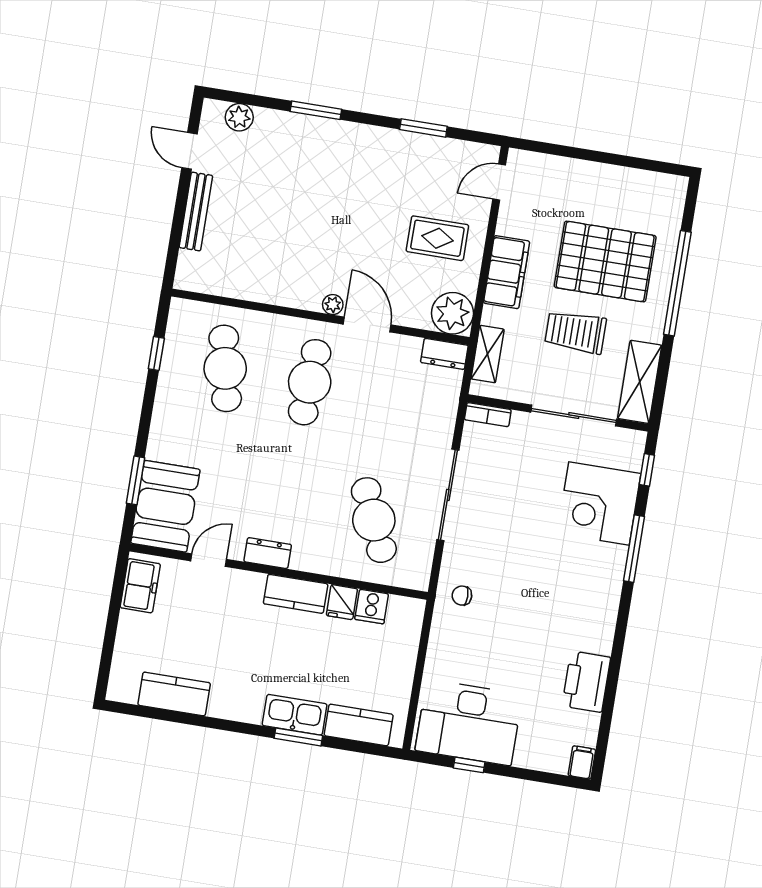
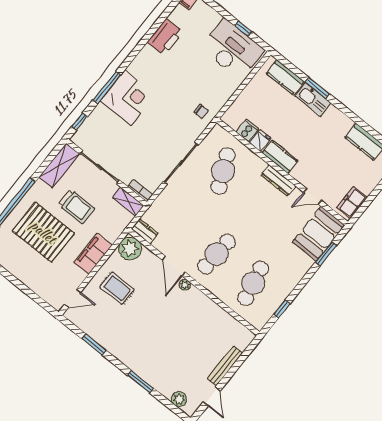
shelving: (488, 354) -> (128, 201), moved, turned 90
corner desk: (599, 503) -> (128, 98), moved
dresser: (268, 553) -> (278, 180), width x1.44

